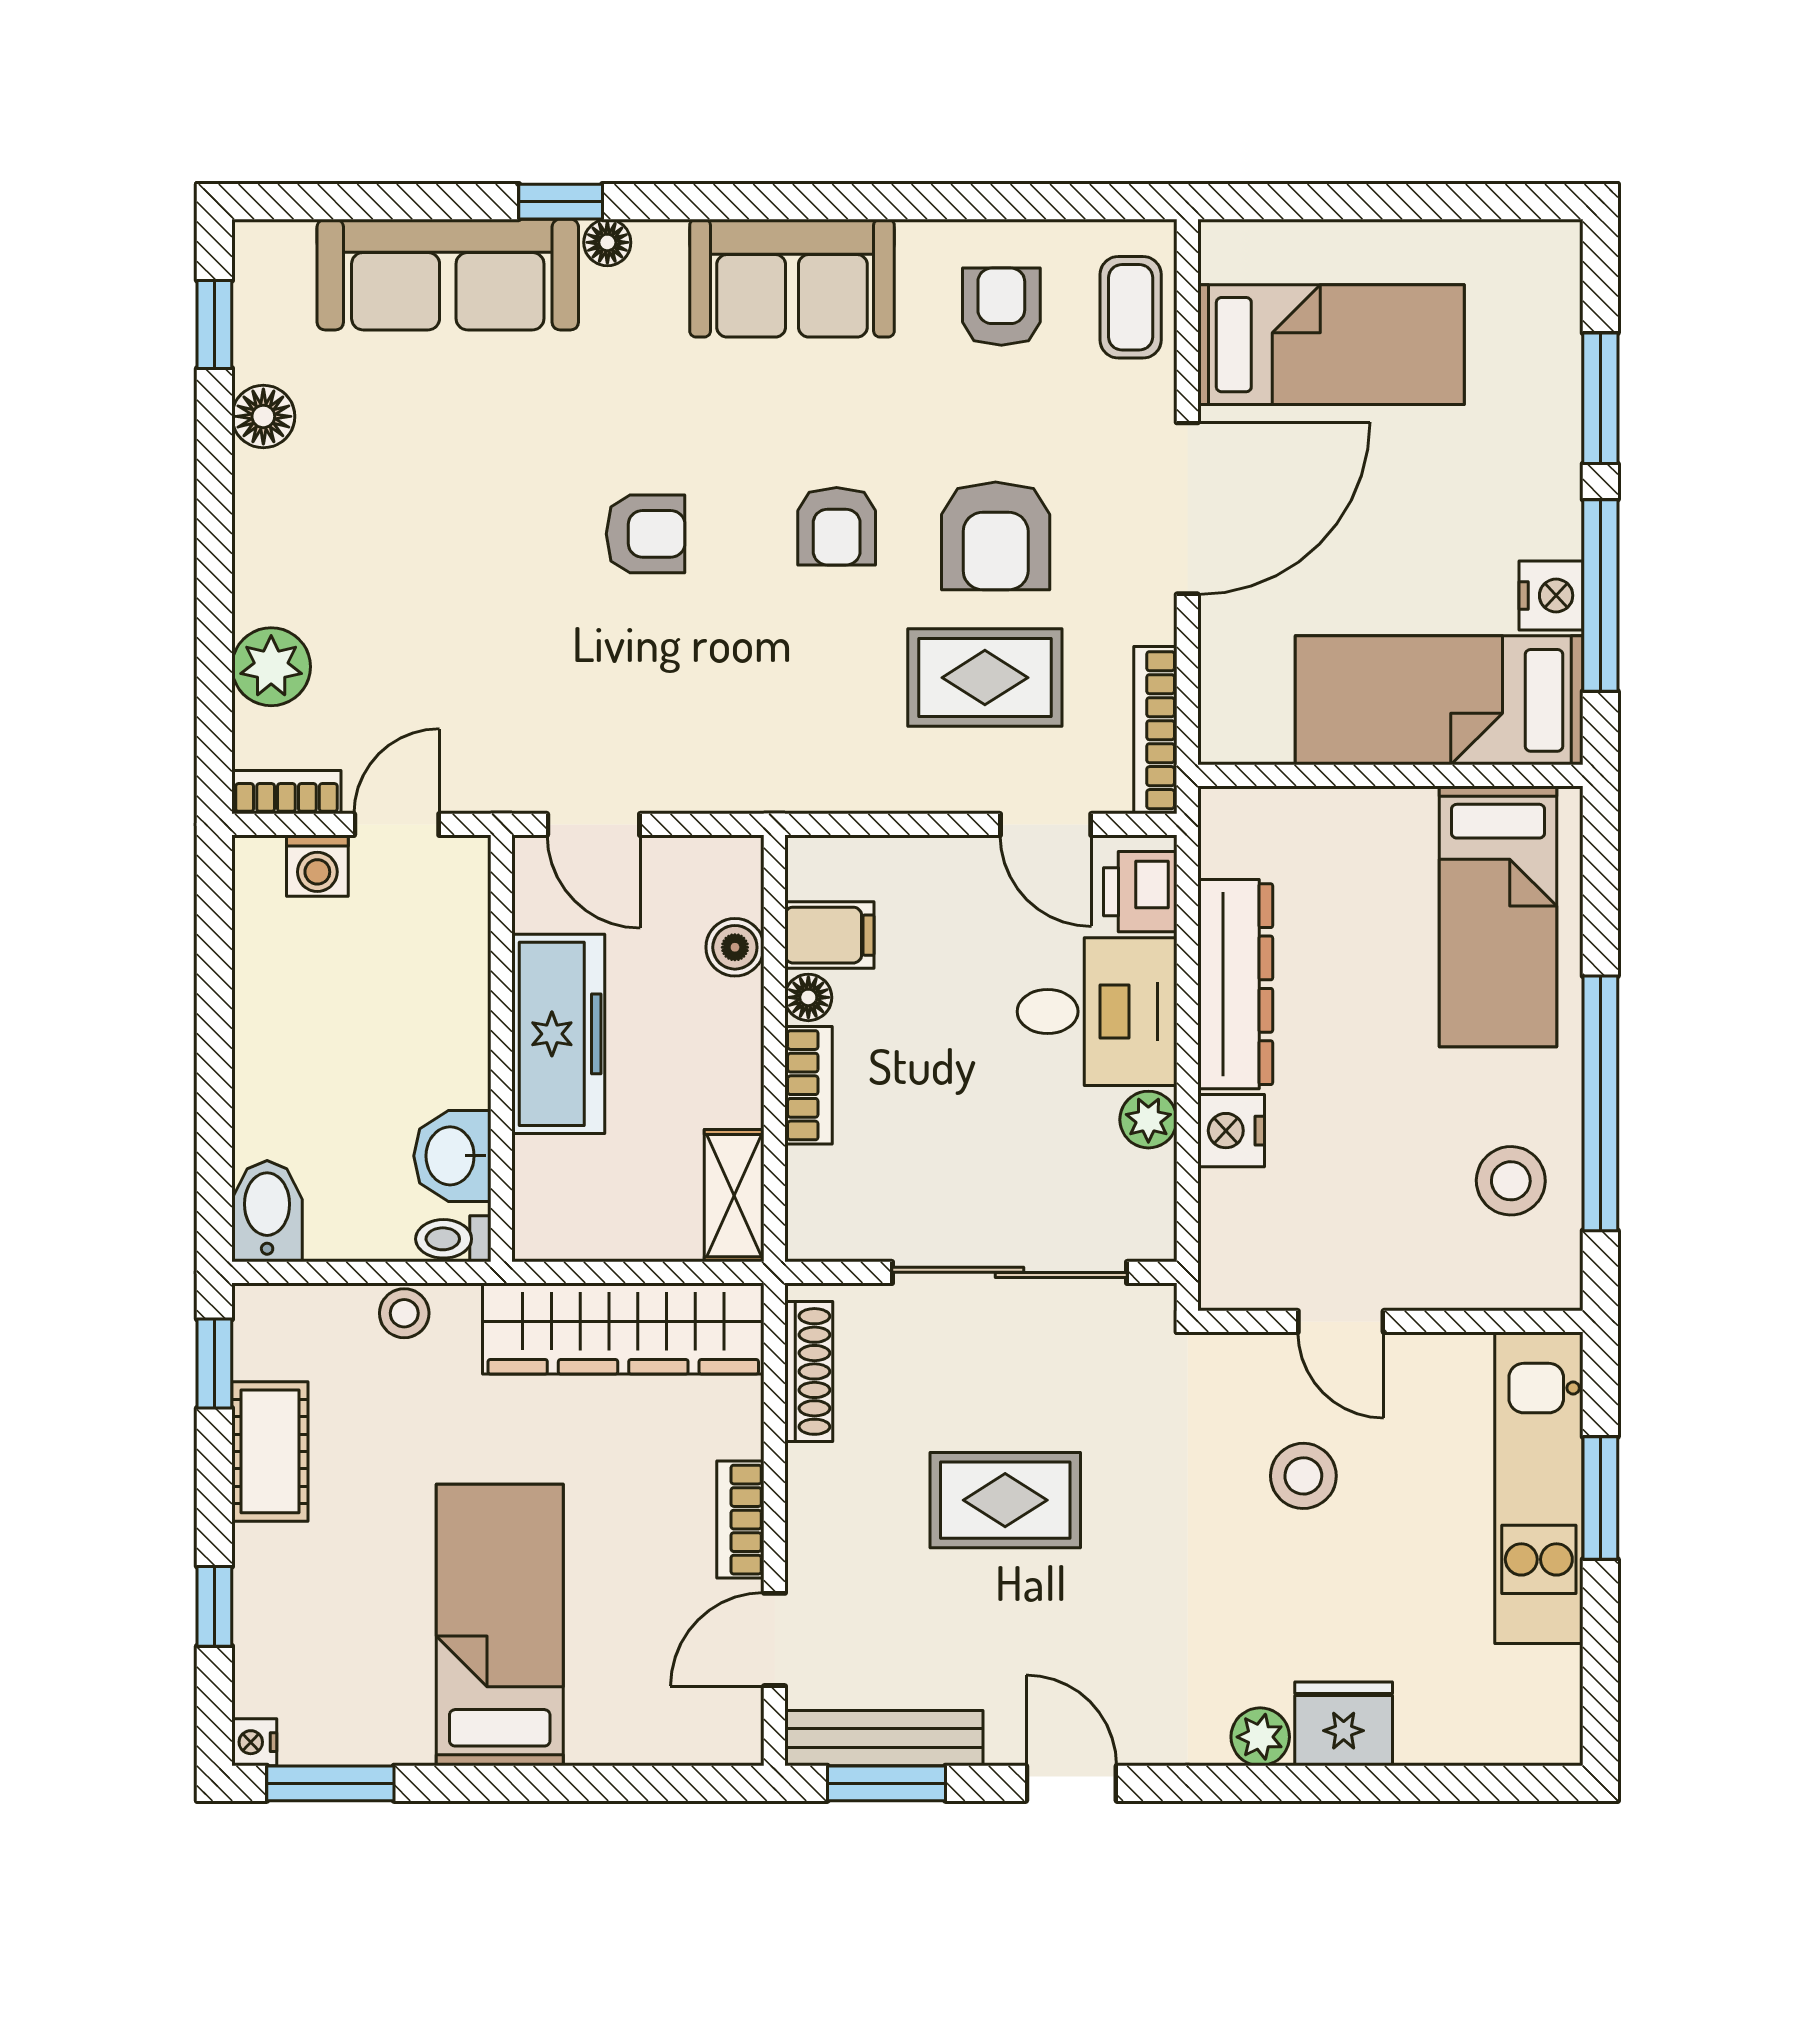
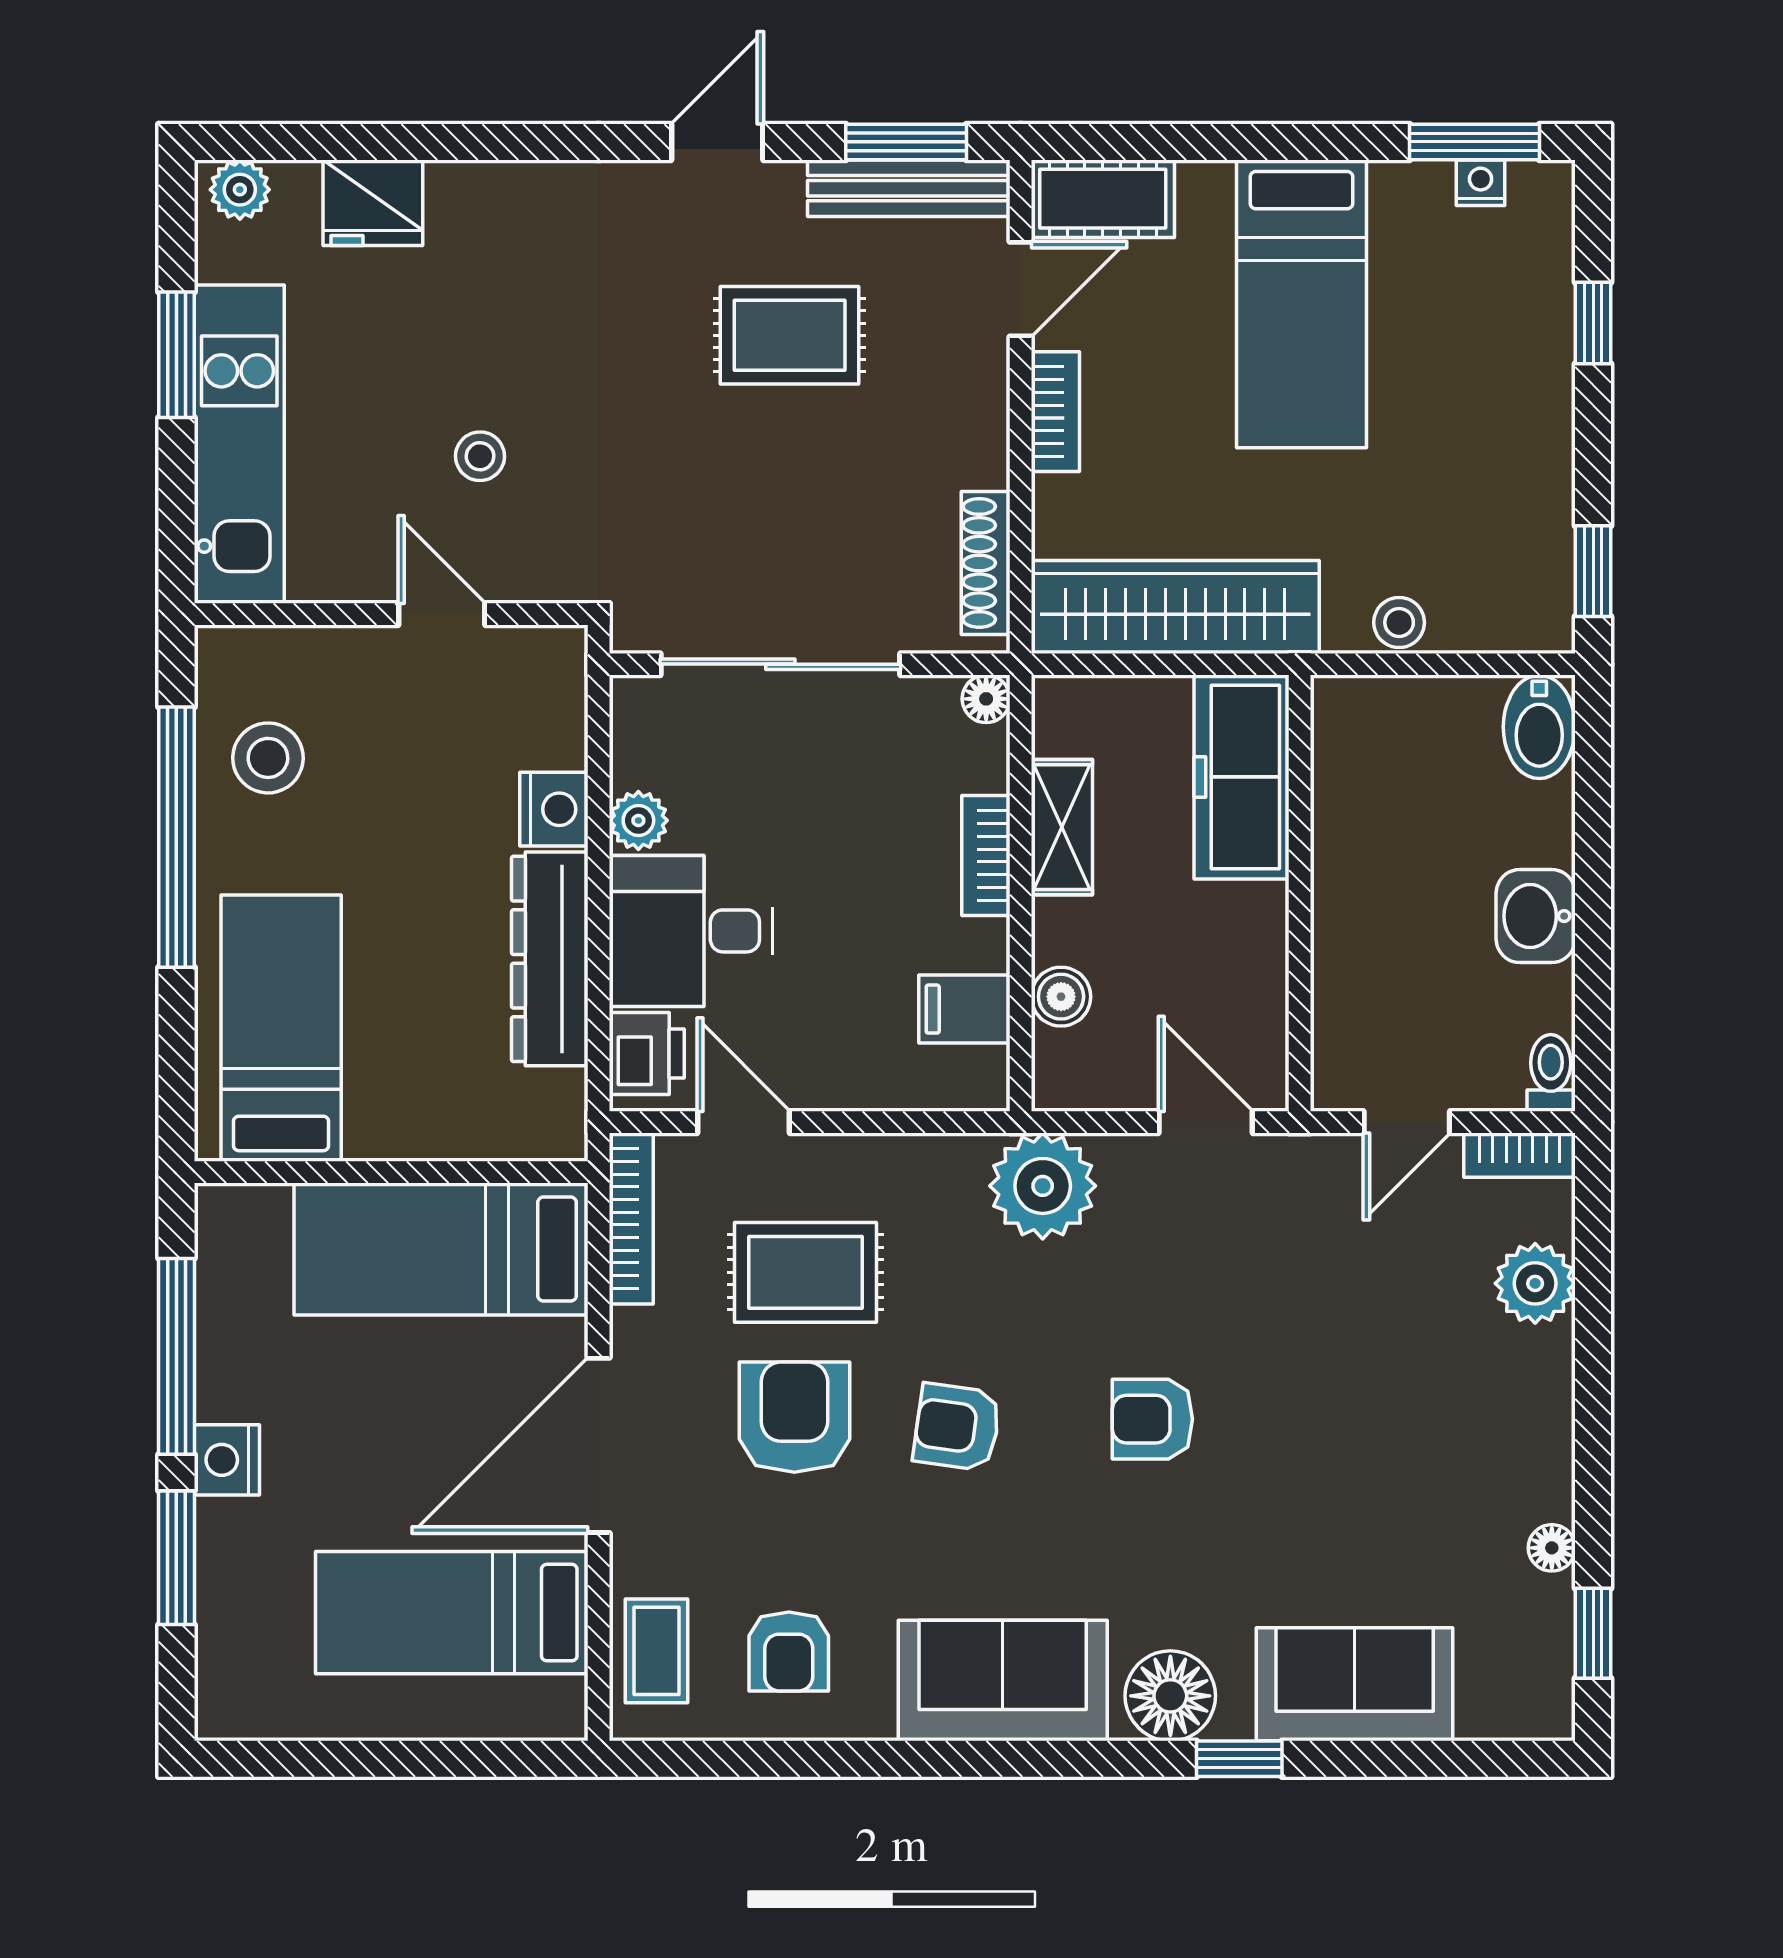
floor lamp: (607, 242) -> (1170, 1696), width x1.89, depth x1.89
sofa: (448, 275) -> (1355, 1684), width x0.73
floor lamp: (263, 416) -> (1552, 1548), width x0.73, depth x0.73
armchair: (837, 526) -> (957, 1427), turned -82
nightstand: (1551, 595) -> (227, 1460), moved
bed: (1439, 700) -> (441, 1249), moved, turned 180
plant: (753, 762) -> (1043, 1186), added
washing machine: (317, 866) -> (1488, 1080), removed
floor lamp: (808, 997) -> (986, 699), moved
freezer: (558, 1034) -> (1242, 777), moved
washbasin: (452, 1156) -> (1536, 916), moved, turned 180
shelving: (734, 1196) -> (1062, 827), moved
toilet: (453, 1239) -> (1551, 1073), moved, turned -90
cot: (270, 1451) -> (1103, 199), moved, turned 90
stool: (1303, 1476) -> (480, 456), width x0.73, depth x0.73
window: (1600, 1498) -> (176, 355), moved
rug: (1005, 1500) -> (790, 335), moved
fridge: (1344, 1724) -> (373, 203), moved
plant: (1260, 1737) -> (240, 190), moved
nightstand: (254, 1742) -> (1481, 183), moved, turned -90
door: (1071, 1783) -> (717, 142), swing flipped

